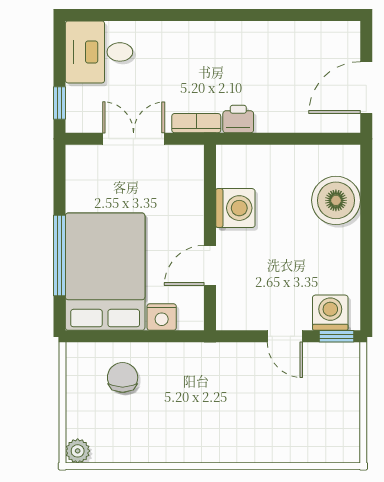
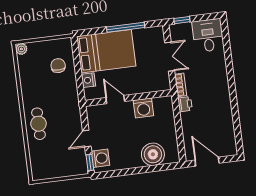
window: (60, 256) -> (126, 27), moved
chair: (123, 377) -> (58, 66), turned -90
cafe table: (240, 435) -> (38, 124), added

